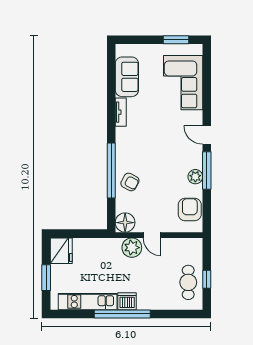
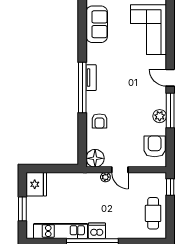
tv unit: (121, 112) -> (91, 78), moved
window: (111, 171) -> (82, 88), moved
armchair: (130, 182) -> (99, 121), turned 62
plant: (132, 248) -> (105, 177), width x0.53, depth x0.53
window: (207, 279) -> (170, 187), moved

